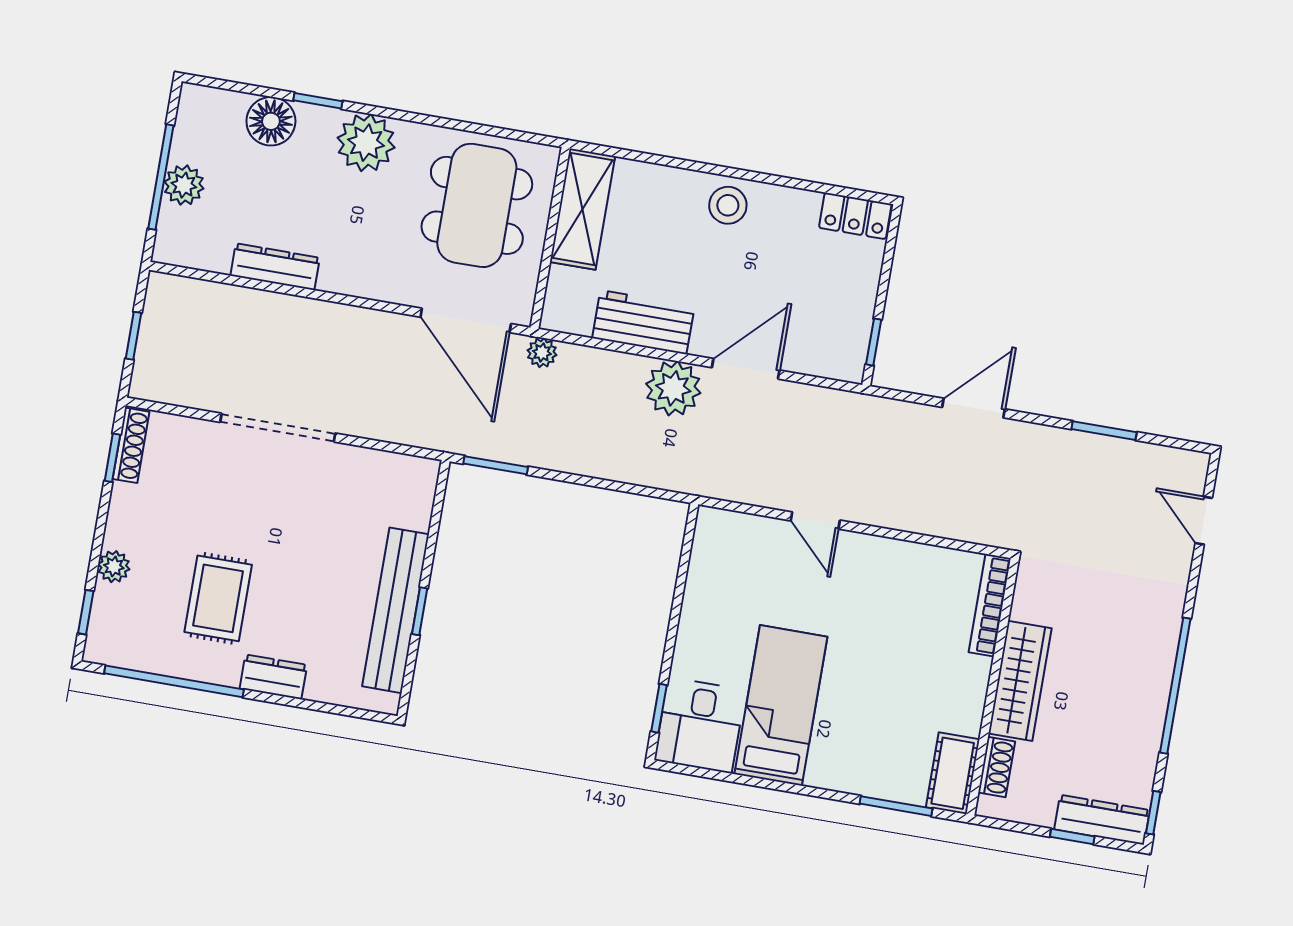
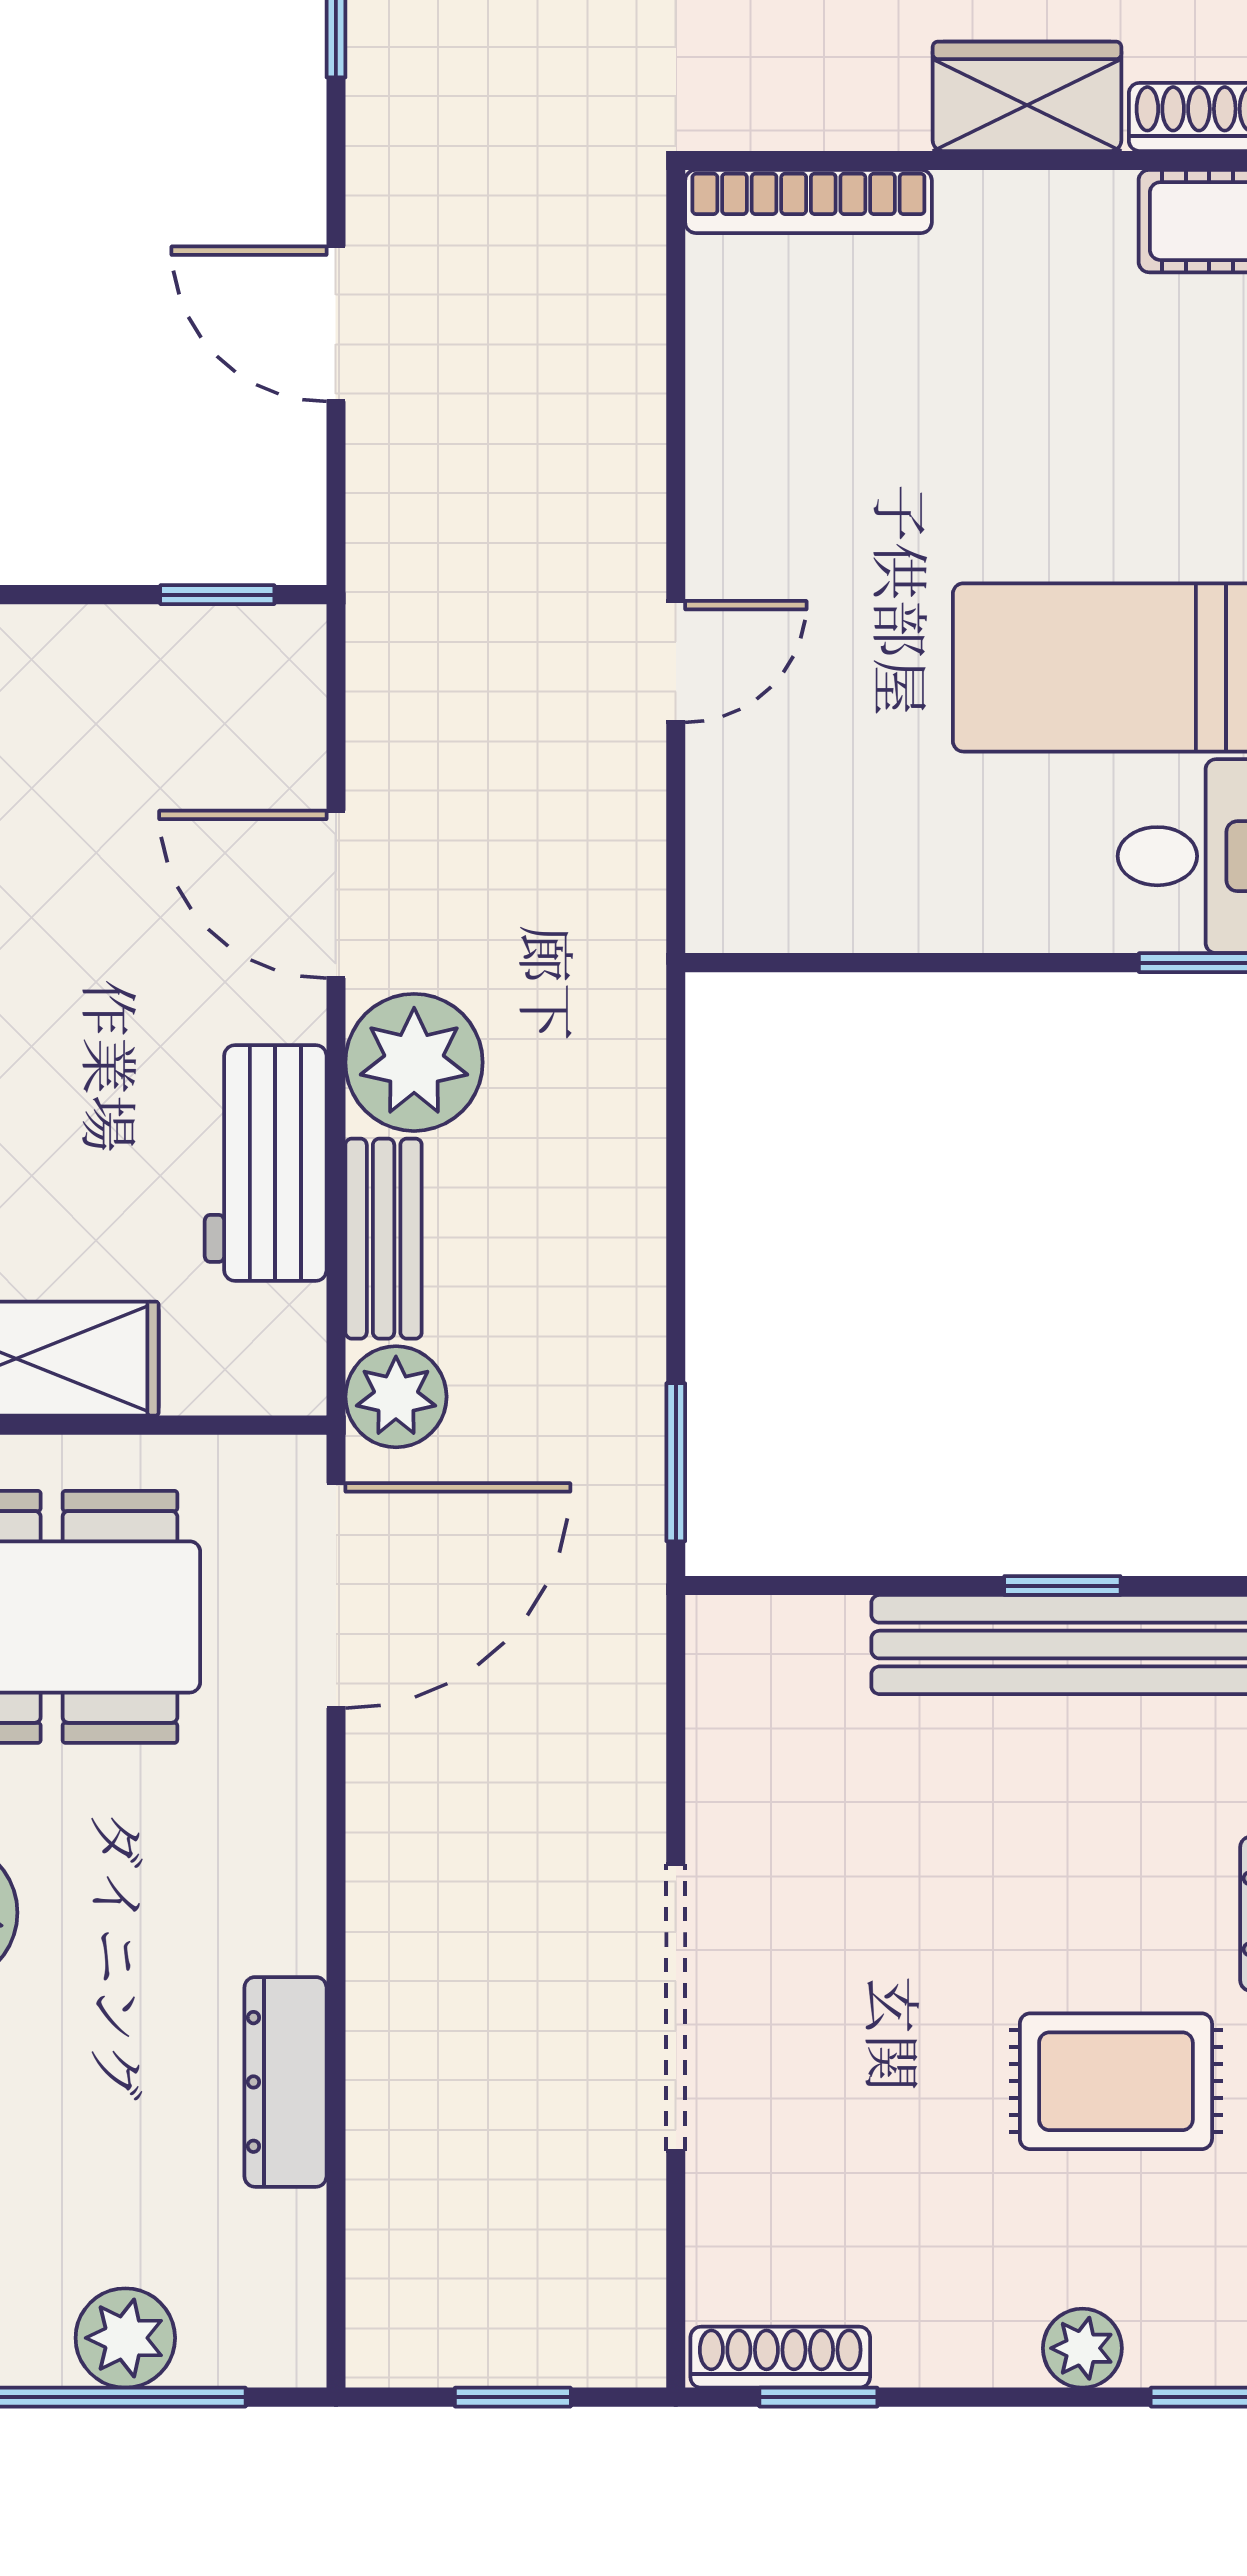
plant: (542, 353) -> (396, 1397), width x1.38, depth x1.38
bench: (605, 364) -> (384, 1239), added
wardrobe: (1020, 681) -> (1027, 96), width x0.67

